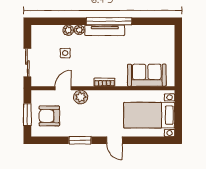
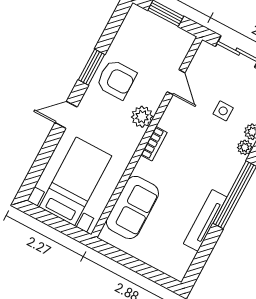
tv unit: (105, 30) -> (205, 220), moved
plant: (81, 97) -> (142, 117), moved
armchair: (49, 116) -> (116, 79), moved, turned 90

